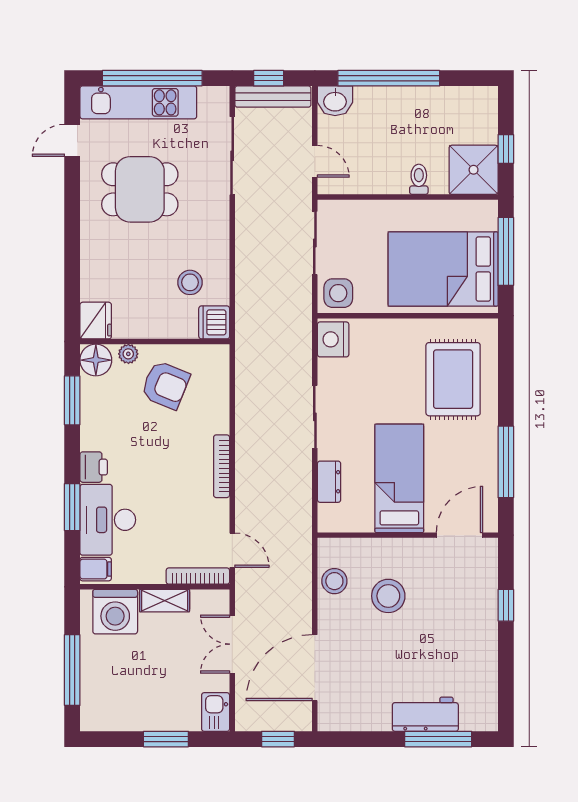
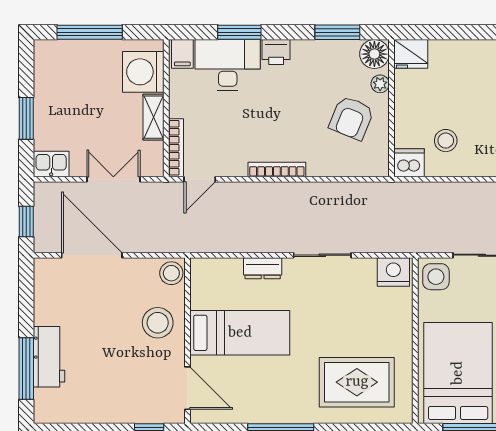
bed: (399, 478) -> (240, 333), moved
wall: (408, 535) -> (187, 341), moved
door: (460, 535) -> (187, 388), moved

